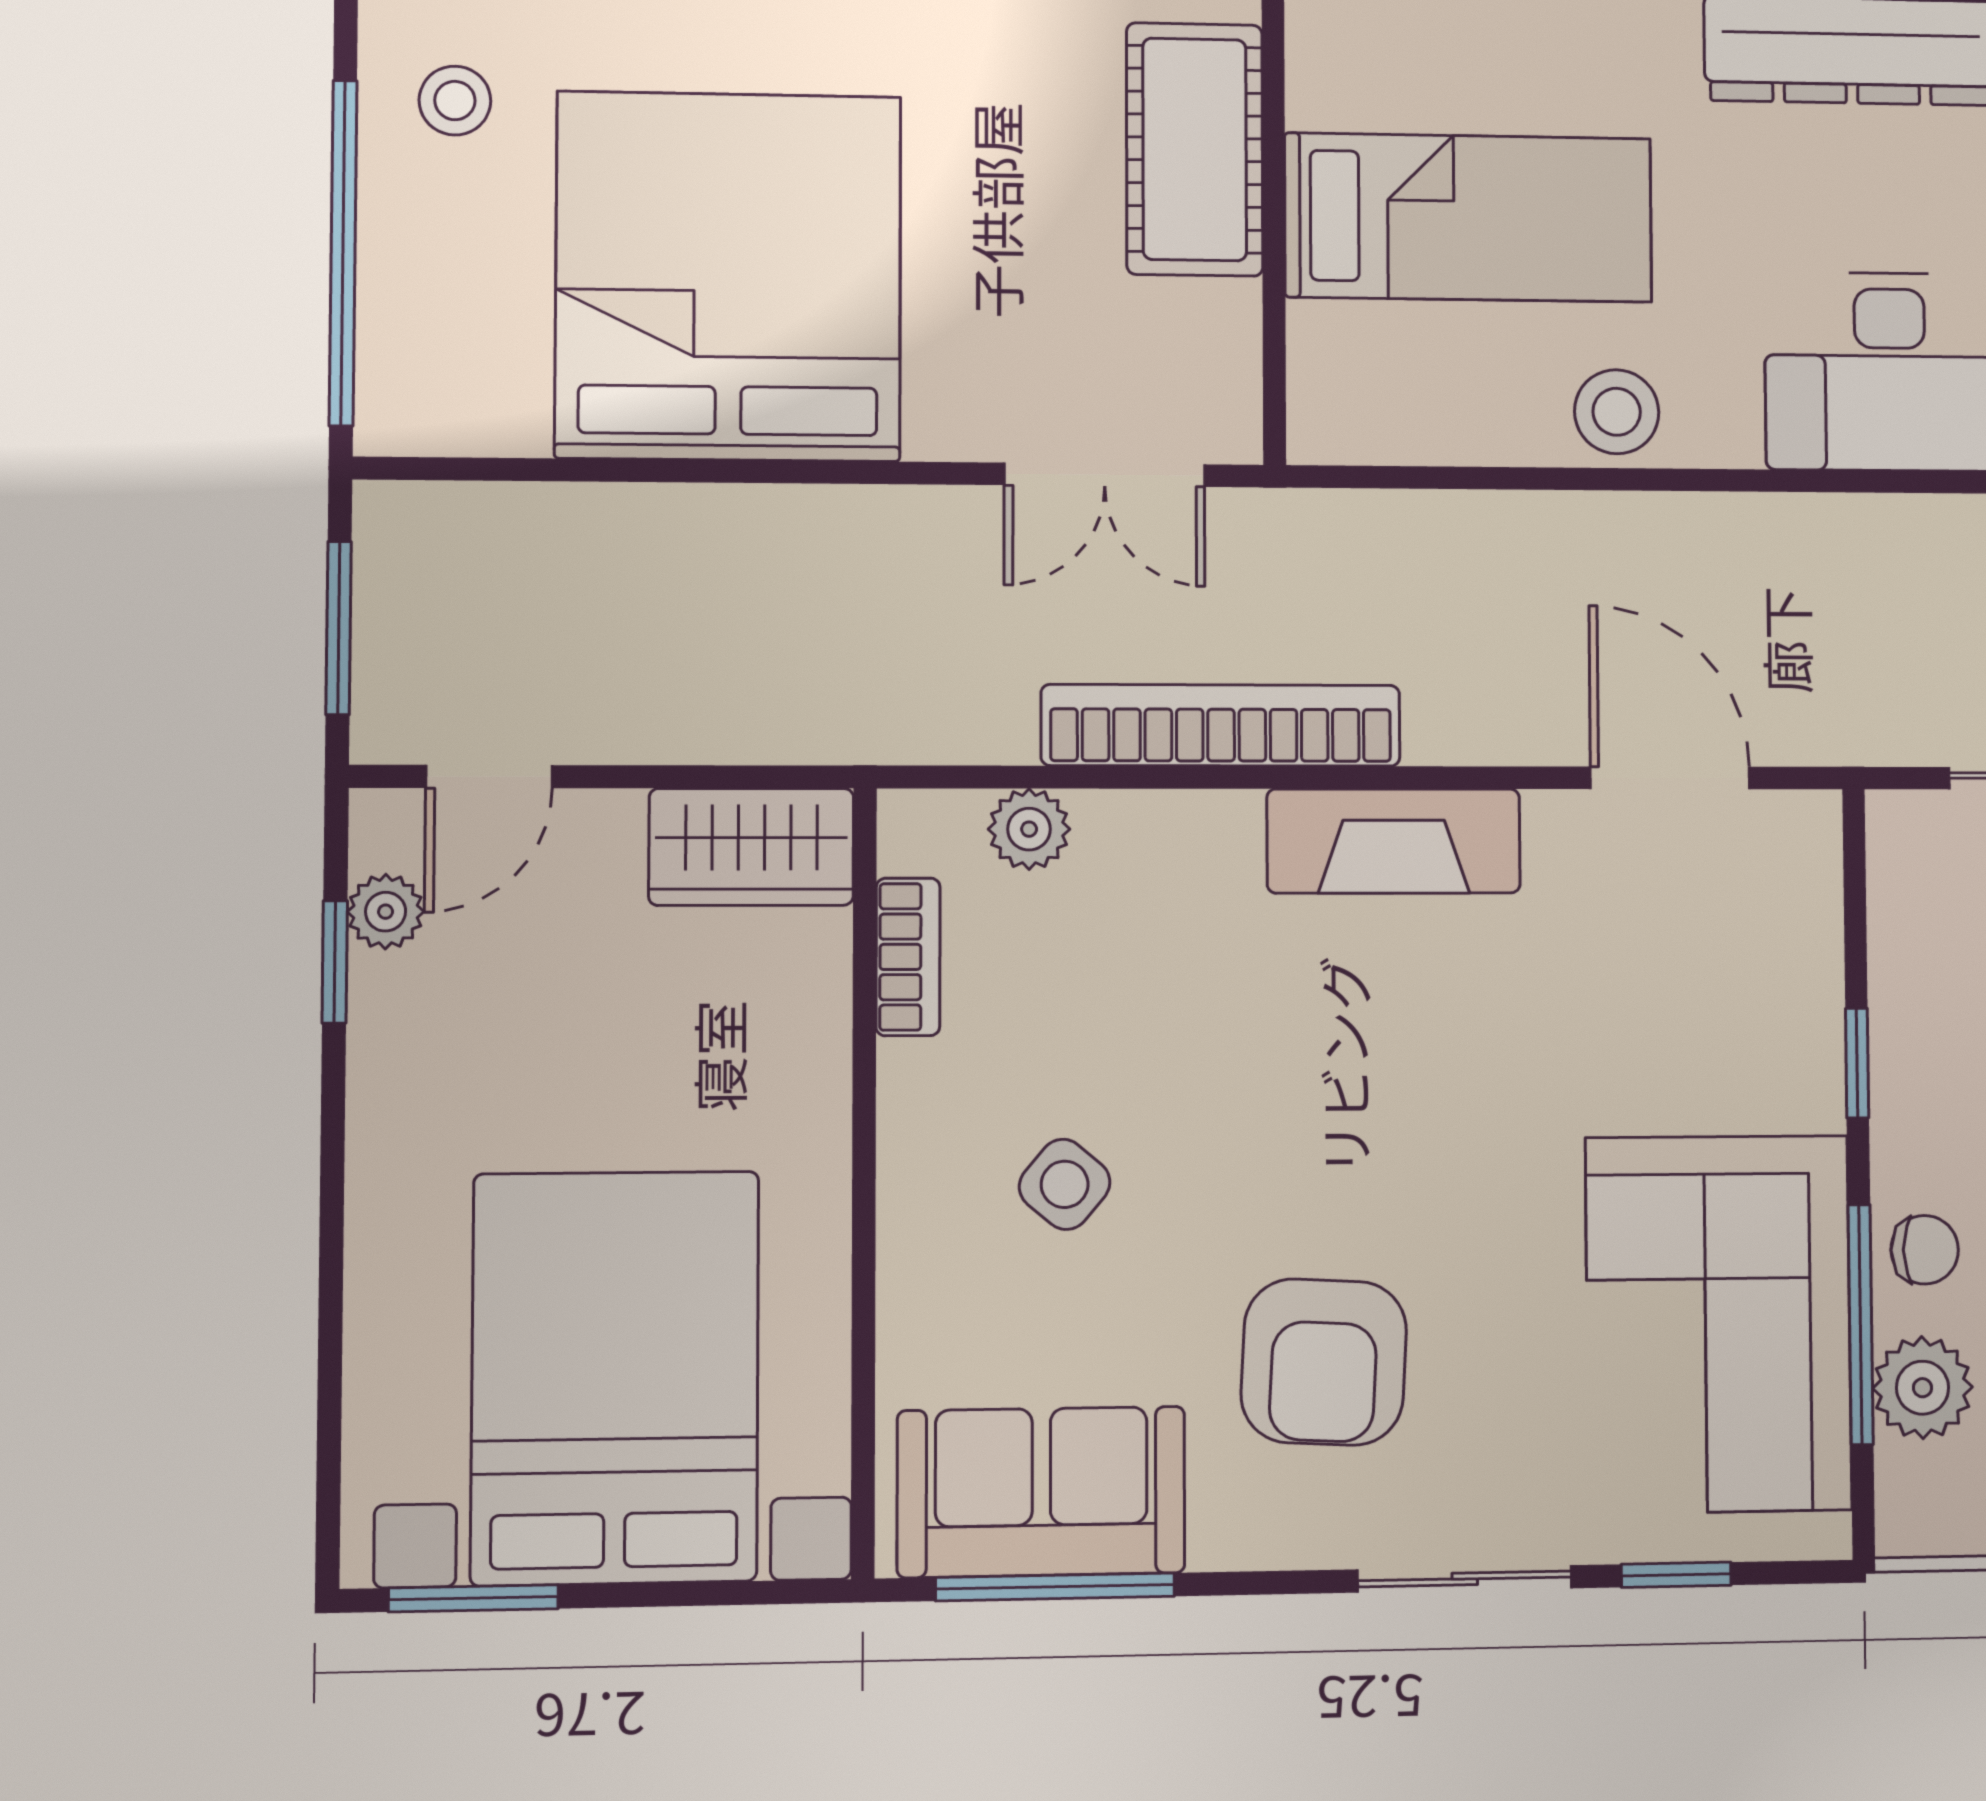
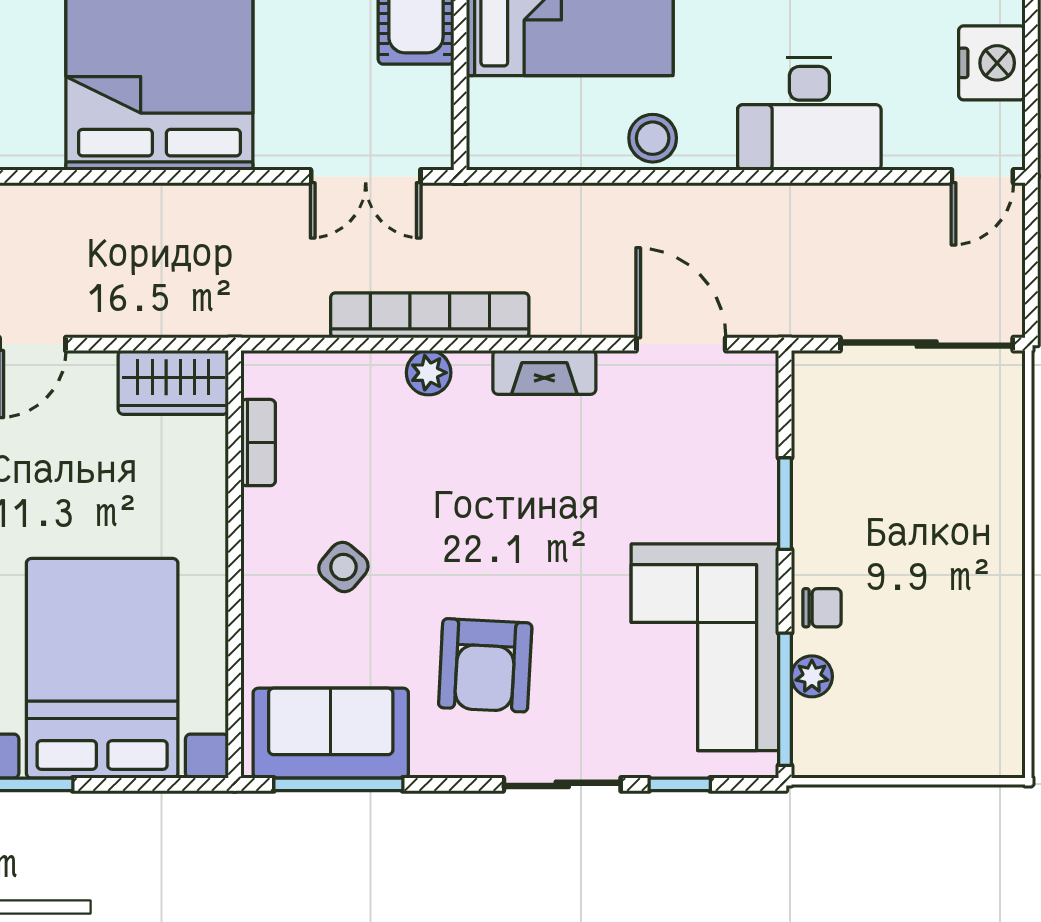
plant: (1029, 829) -> (429, 373), moved
fireplace: (1394, 841) -> (544, 372), width x0.73, depth x0.76
window: (1857, 1063) -> (785, 504), width x1.50
window: (1861, 1325) -> (785, 699), moved
plant: (1922, 1388) -> (812, 676), width x0.73, depth x0.73

